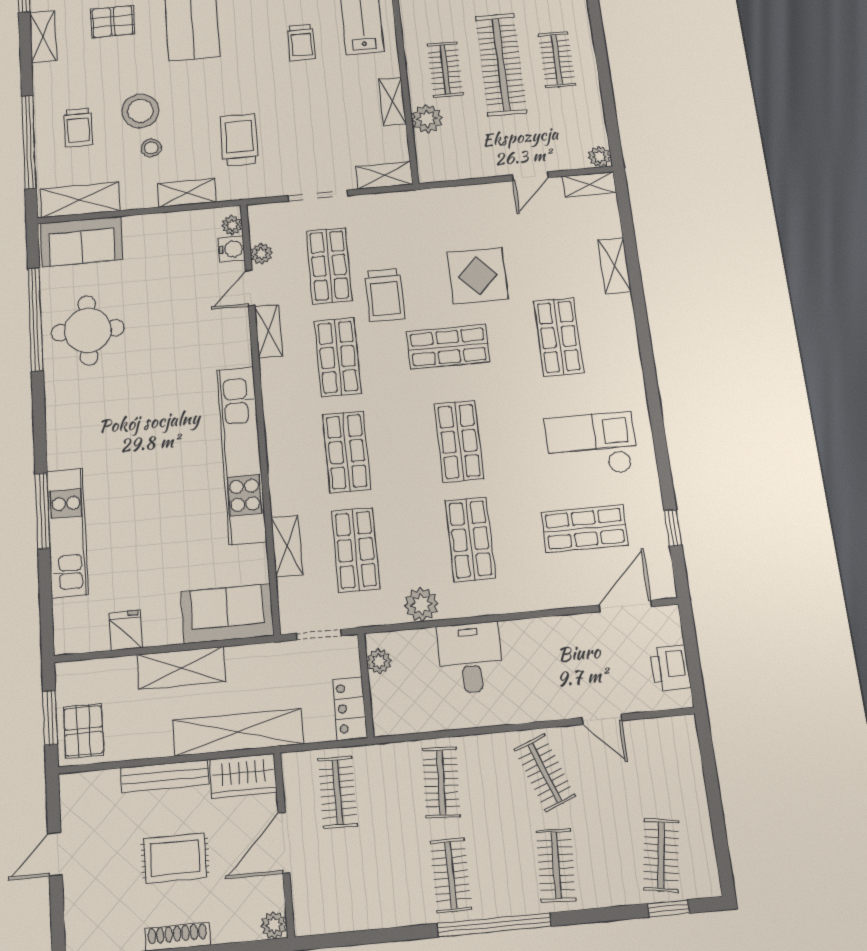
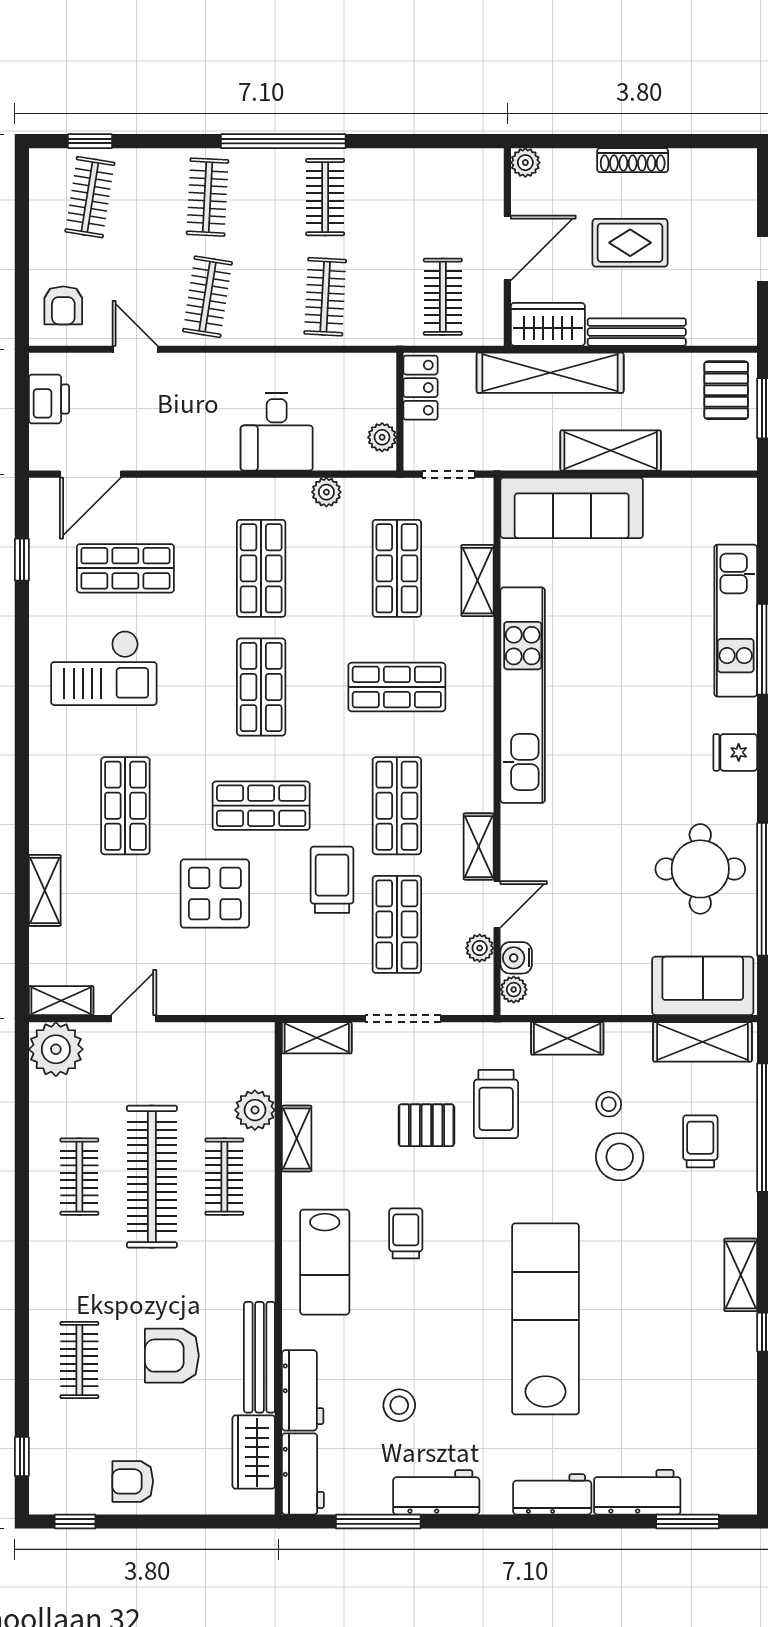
pallet: (113, 22) -> (426, 1125), moved
plant: (600, 157) -> (56, 1049), width x1.88, depth x1.88
shop shelf: (347, 452) -> (397, 687), turned 90
plant: (421, 604) -> (326, 492), width x0.73, depth x0.73
sofa: (227, 614) -> (572, 508), width x1.36
fridge: (126, 630) -> (735, 752), moved, turned 90
armchair: (670, 753) -> (63, 305), added
clothes rail: (545, 773) -> (207, 297), turned 30

